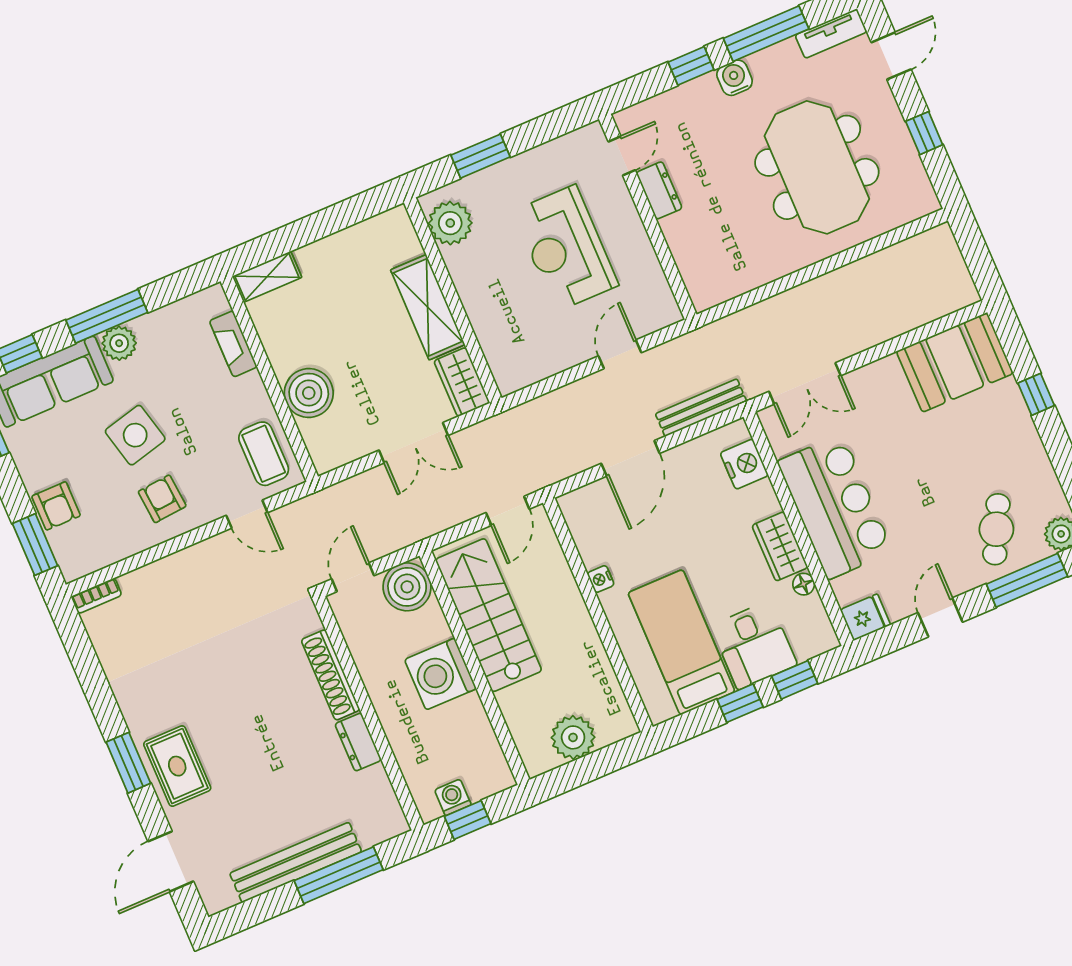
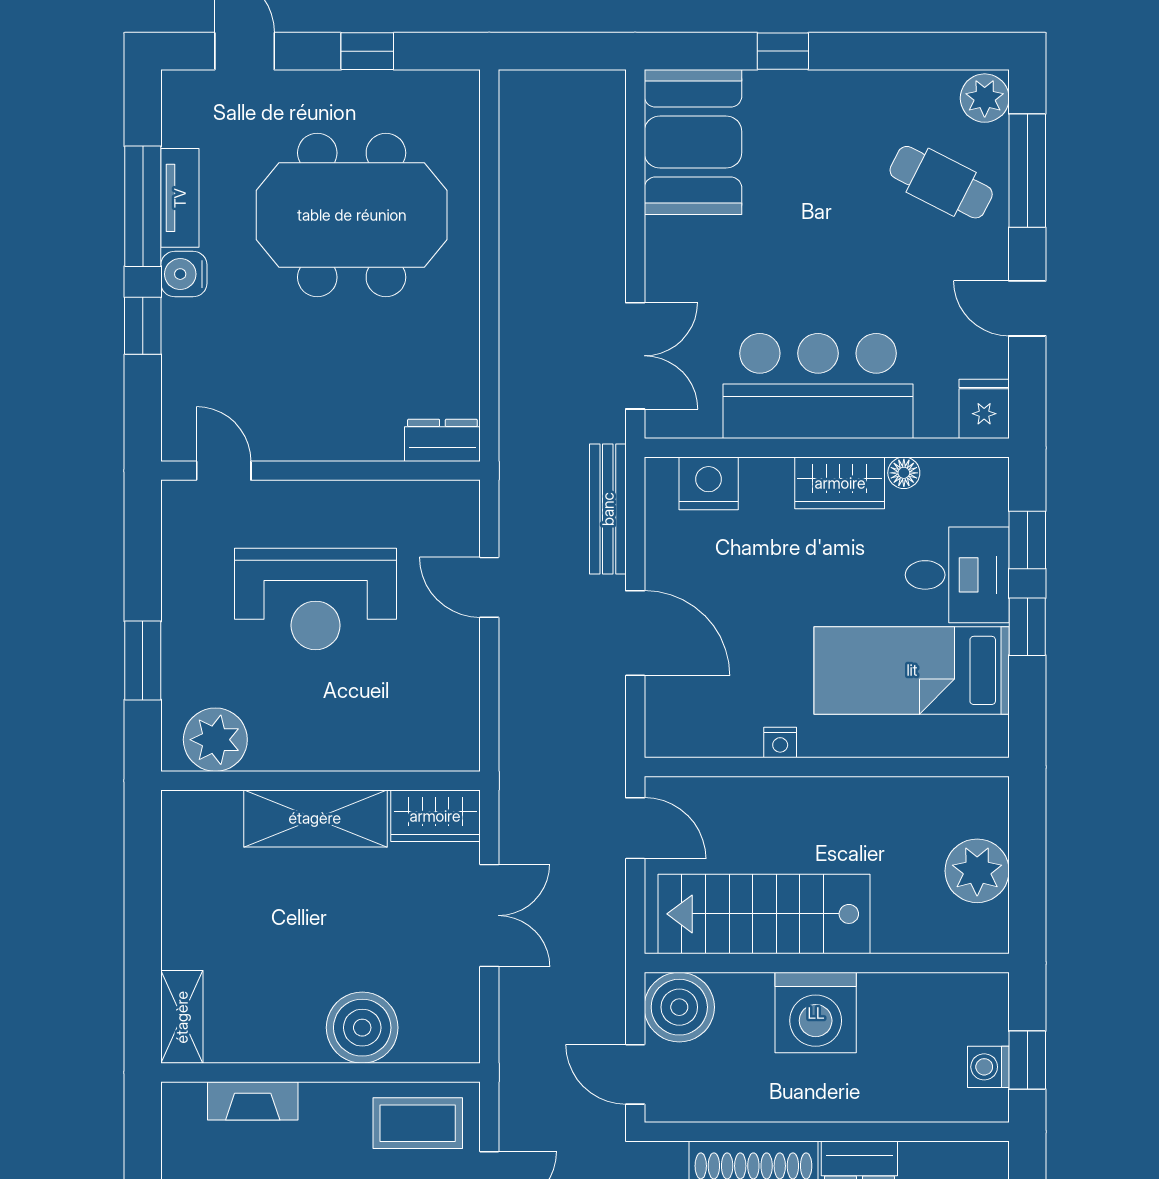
tv unit: (831, 34) -> (180, 198), moved
dresser: (659, 190) -> (442, 440), moved

